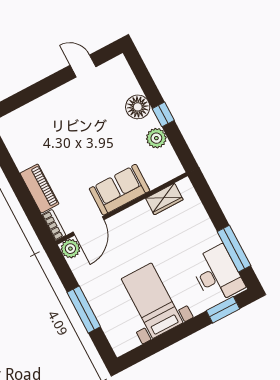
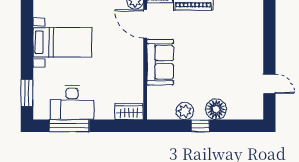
door: (83, 66) -> (269, 84), hinge flipped
wardrobe: (164, 199) -> (129, 111), moved, turned 90
desk: (217, 274) -> (72, 103), moved

